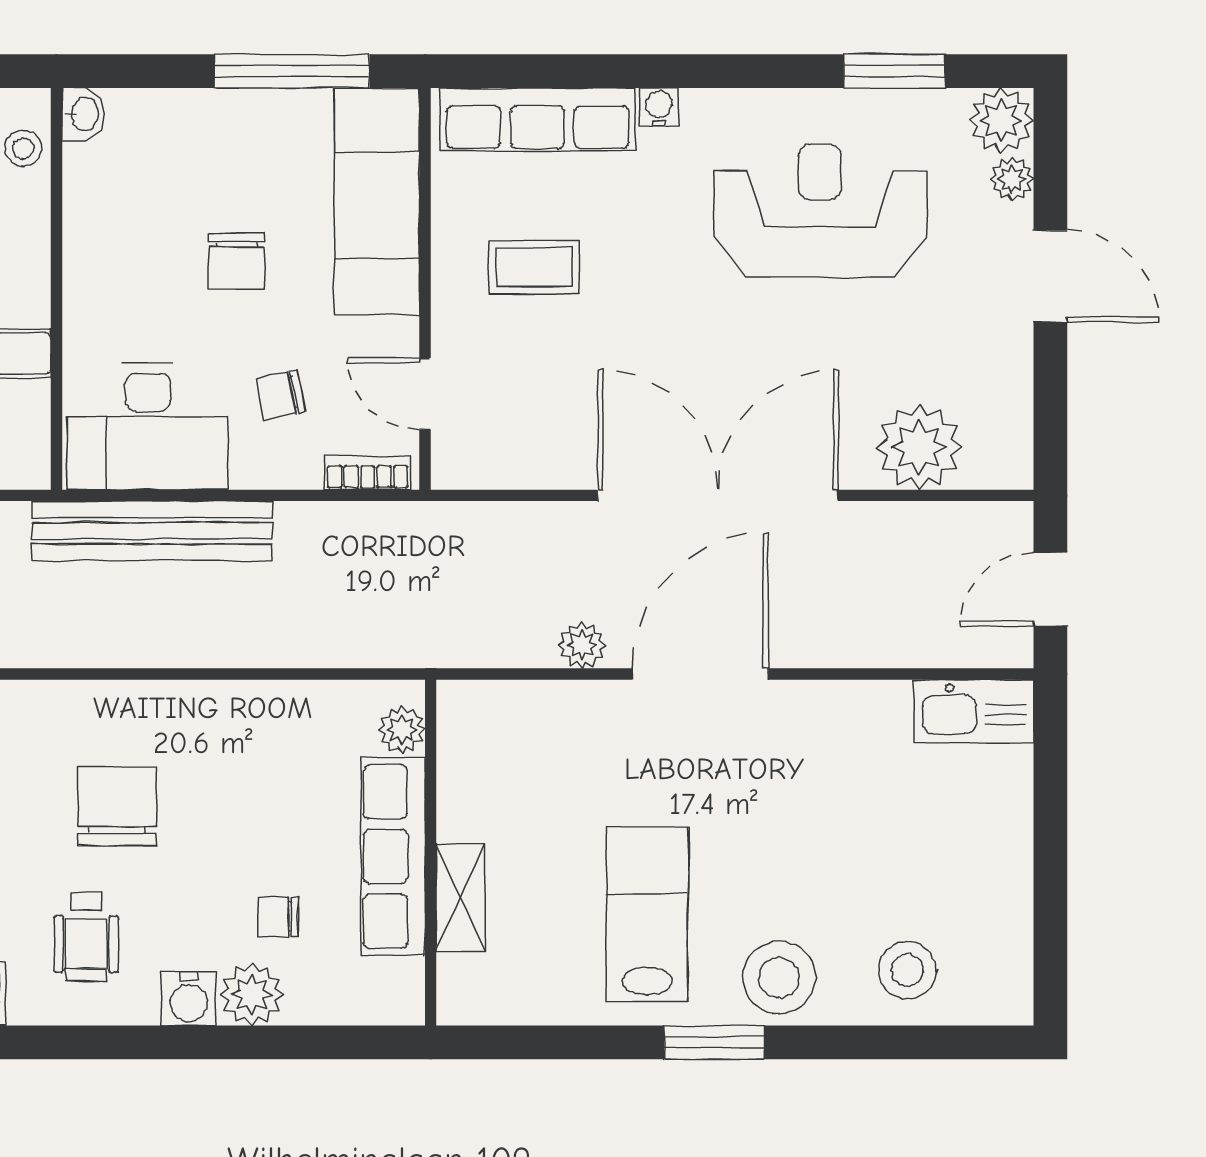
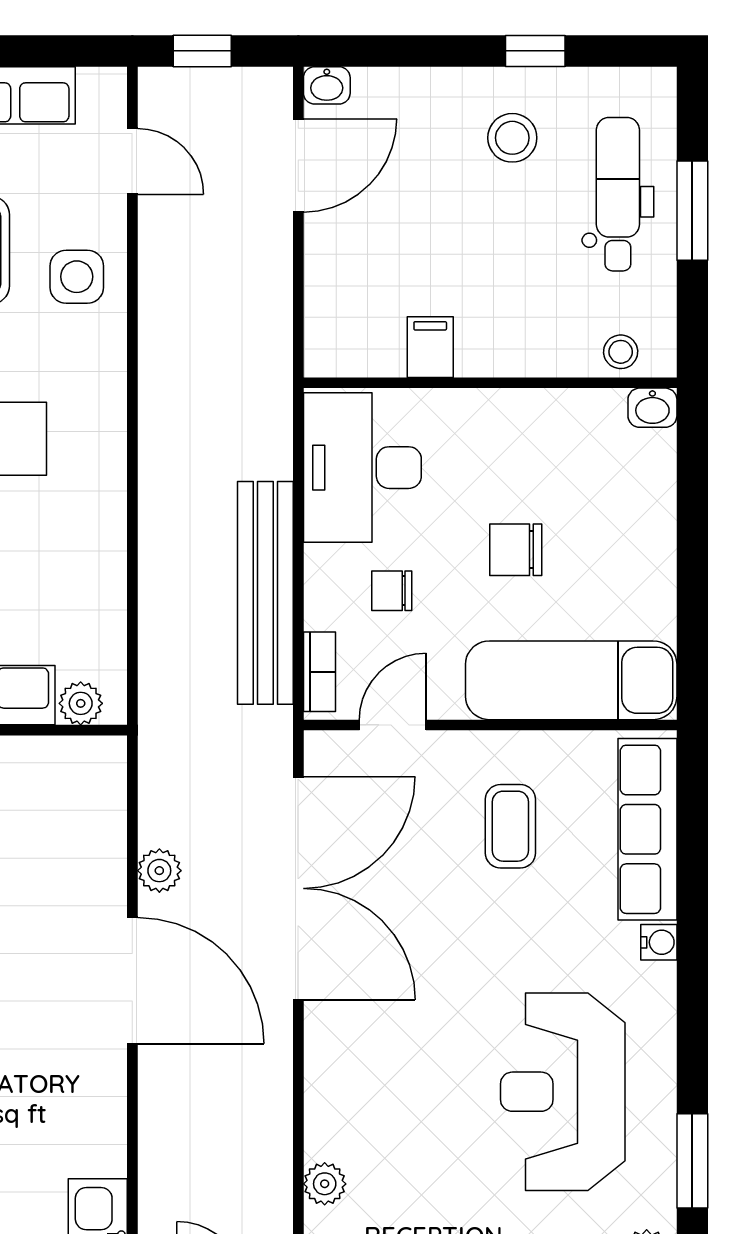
window: (292, 71) -> (692, 601), removed
reception desk: (820, 211) -> (563, 1092), turned 180
chair: (280, 395) -> (392, 591), turned -78
plant: (919, 447) -> (325, 1184), width x0.53, depth x0.53
double door: (718, 495) -> (298, 888), moved
bench: (152, 531) -> (265, 593), moved

